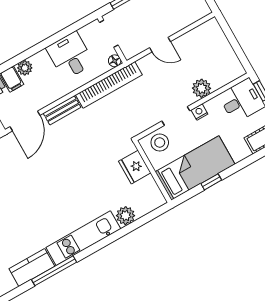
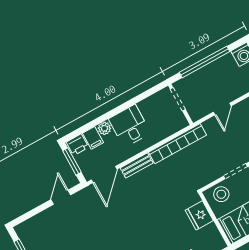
door: (160, 45) -> (222, 109), hinge flipped
desk: (70, 56) -> (130, 126), moved
floor lamp: (115, 61) -> (183, 123), removed

